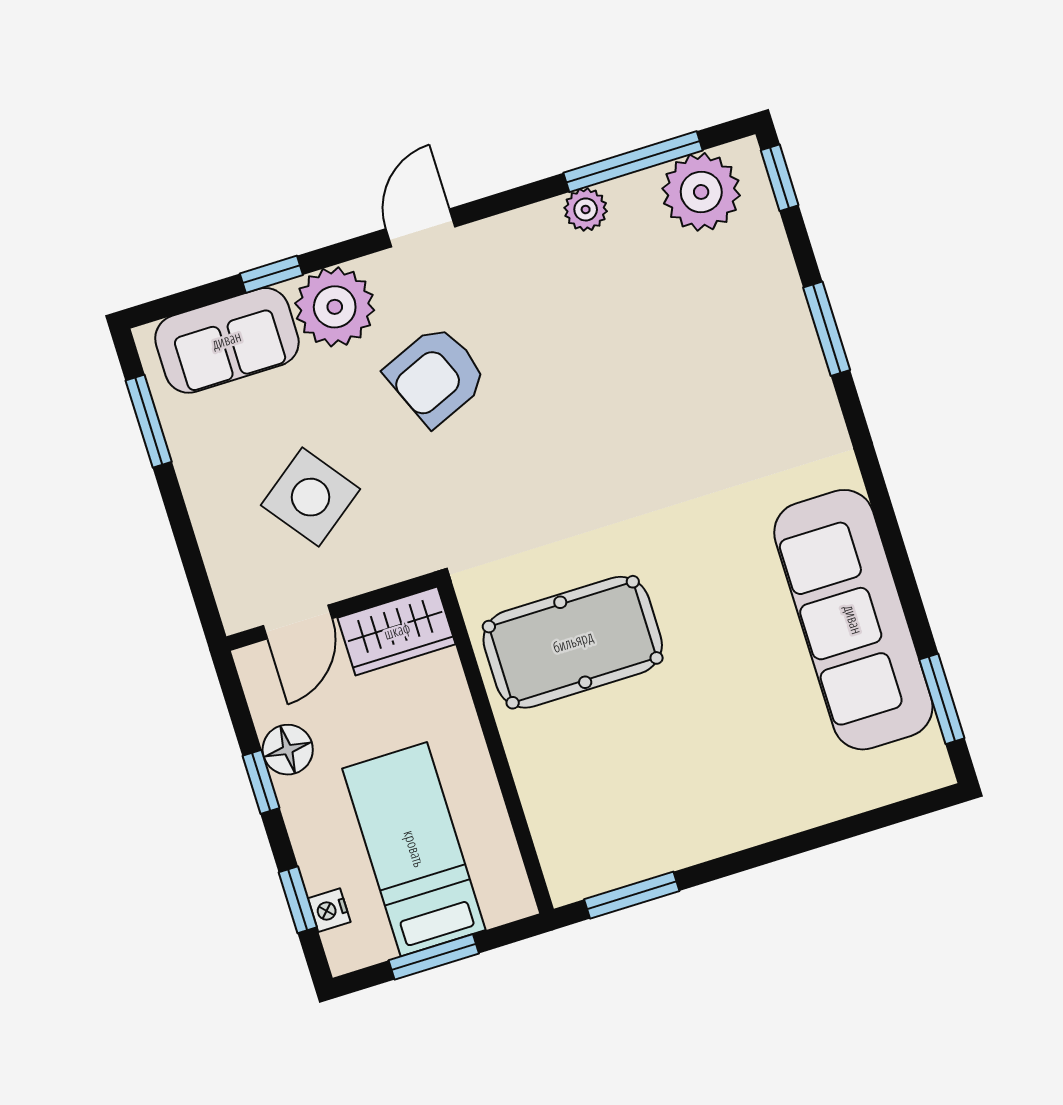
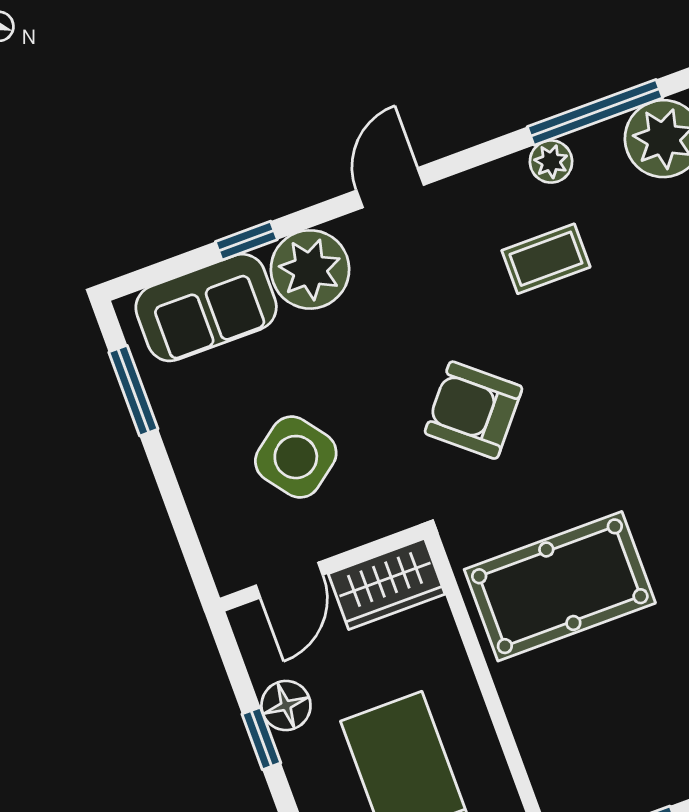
coffee table: (575, 308) -> (546, 259), added
armchair: (436, 376) -> (474, 410), moved, turned 63

